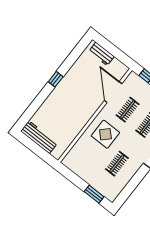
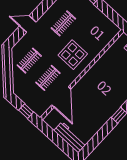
workbench: (101, 54) -> (70, 137), width x1.38

